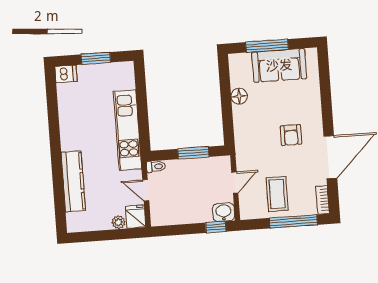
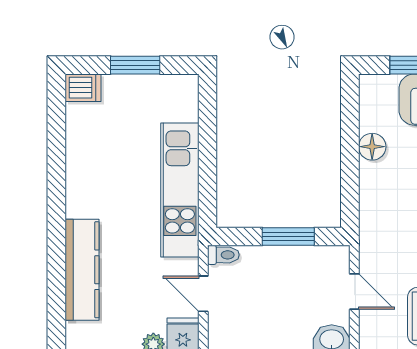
door: (235, 183) -> (354, 292), hinge flipped

